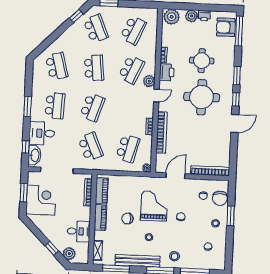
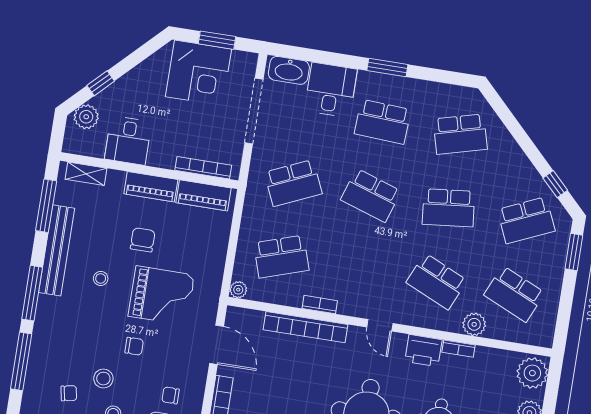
plant: (149, 81) -> (474, 324), moved
window: (26, 147) -> (307, 55), removed
school desk: (128, 148) -> (281, 257), turned -33
stool: (175, 256) -> (103, 379), moved

